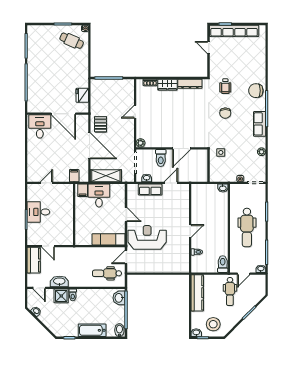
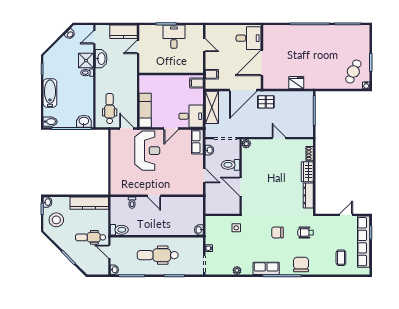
coffee table: (249, 52) -> (341, 258), added
wall: (58, 114) -> (262, 57), moved
door: (63, 114) -> (262, 63), moved
desk: (40, 126) -> (249, 38), moved
row of seats: (150, 190) -> (197, 142), moved
desk: (99, 196) -> (191, 116), moved

